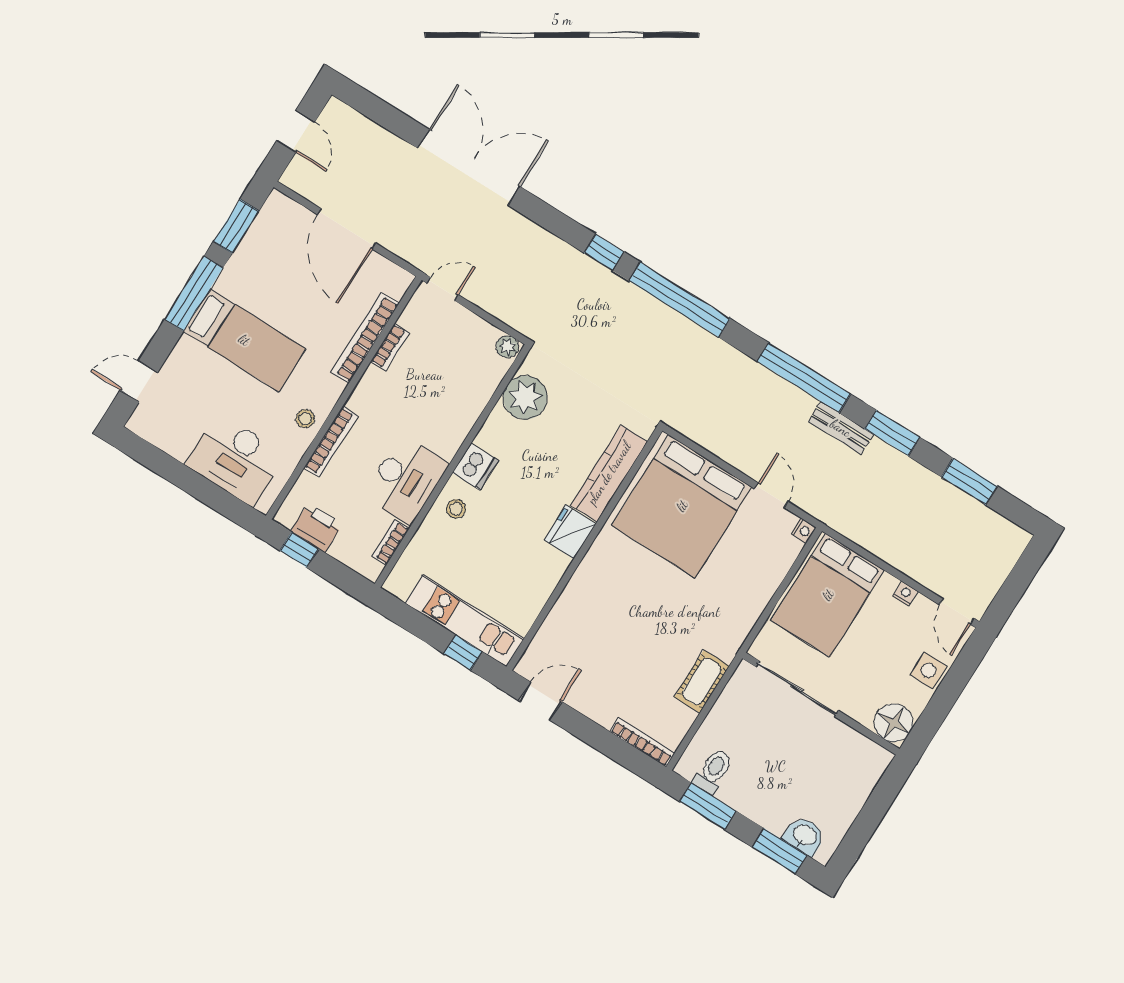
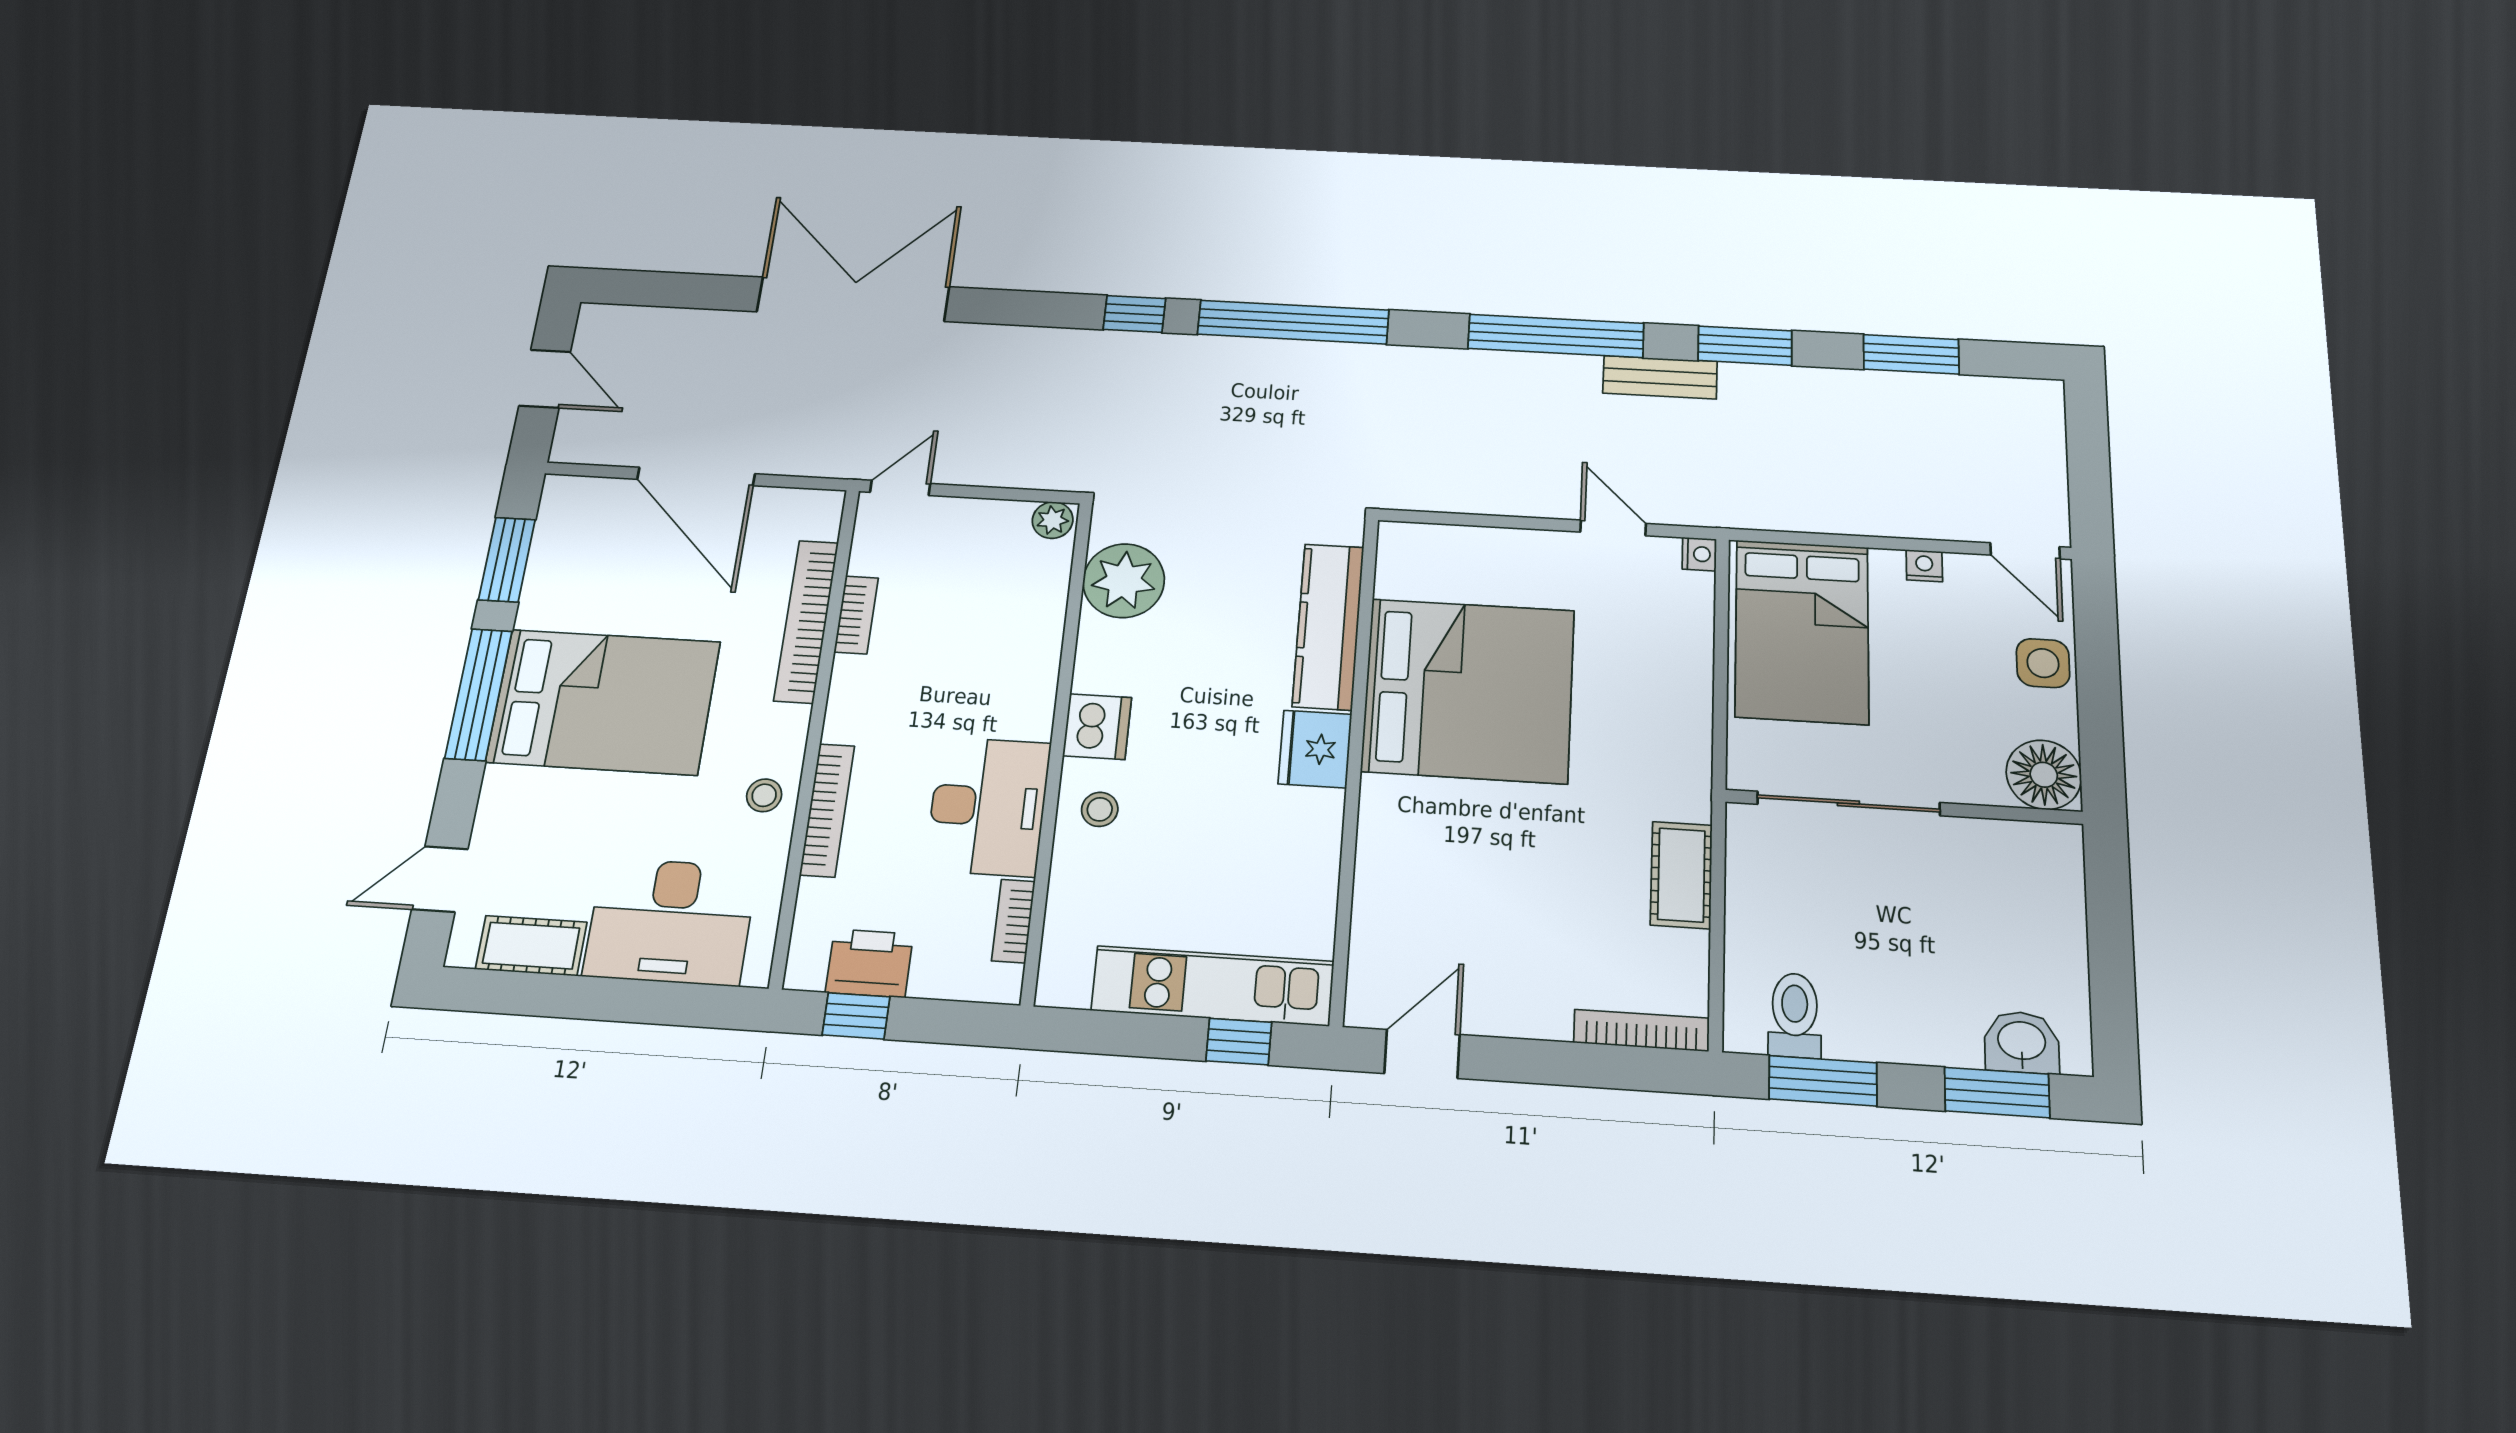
bed: (244, 340) -> (604, 702), width x1.50
cot: (168, 437) -> (531, 946), added
bed: (682, 506) -> (1468, 690), moved, turned -90

